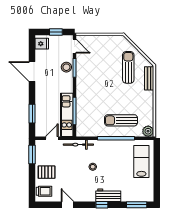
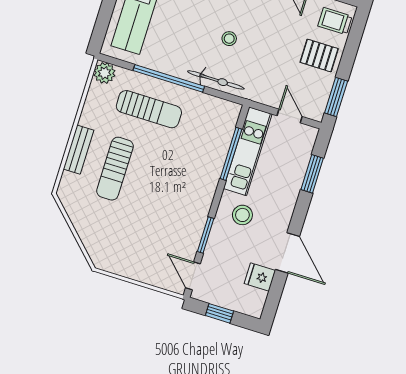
fridge: (42, 44) -> (260, 277), moved
stool: (66, 67) -> (242, 215), moved
sun lounger: (128, 67) -> (115, 169), moved
bench: (149, 78) -> (79, 150), moved
door: (52, 138) -> (290, 116), swing flipped
bicycle: (78, 145) -> (216, 80), moved

